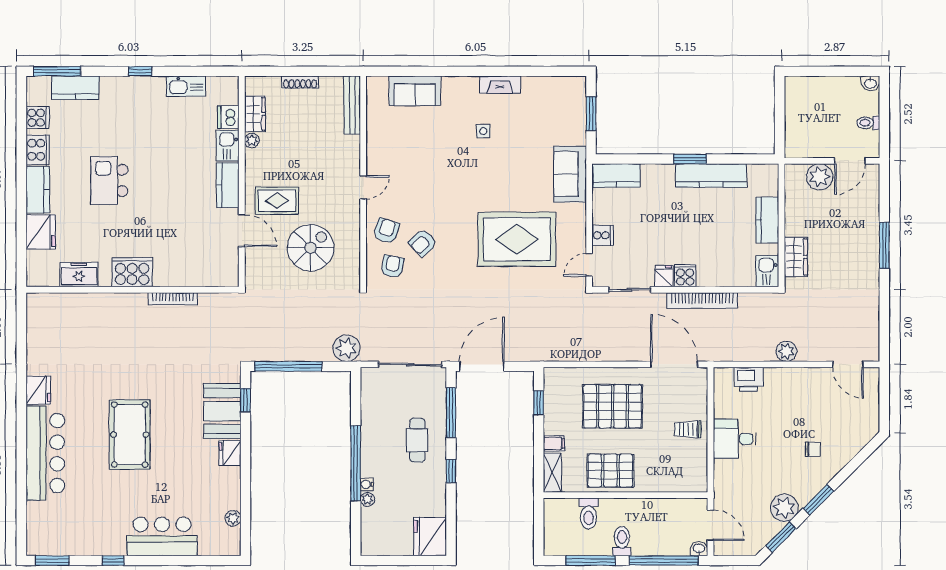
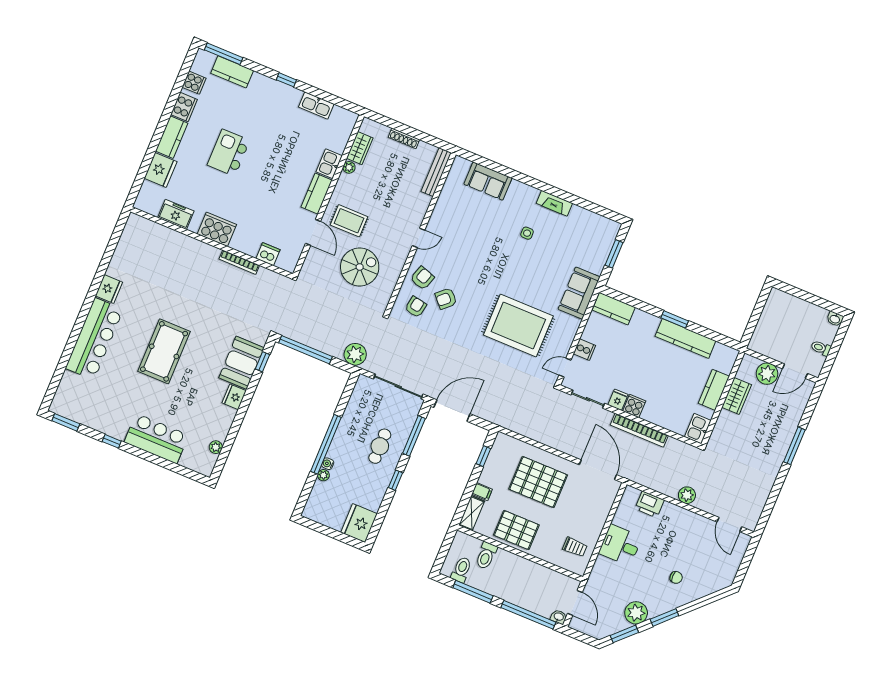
dishwasher: (228, 117) -> (268, 254), moved, turned 90
wardrobe: (796, 257) -> (737, 396), moved
trolley: (688, 429) -> (575, 547), moved, turned 180
toilet: (622, 541) -> (461, 570), moved

